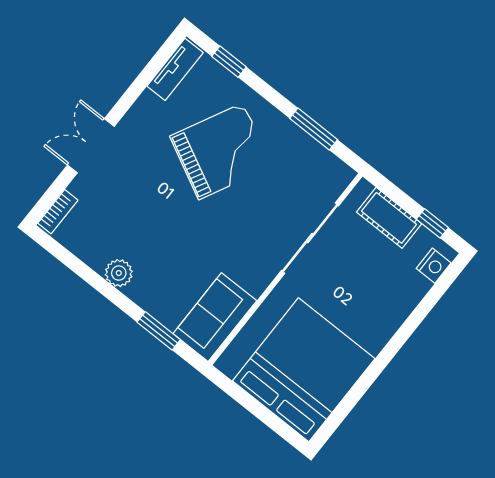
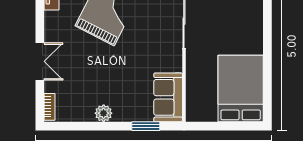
double door: (91, 146) -> (40, 61), swing flipped
bed: (304, 370) -> (241, 88), width x0.73

